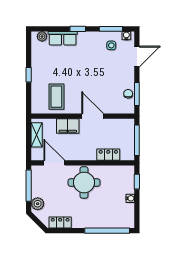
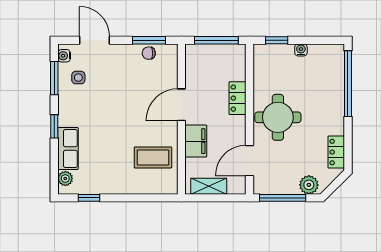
window: (29, 75) -> (89, 198), moved
locker: (108, 155) -> (237, 98), moved

